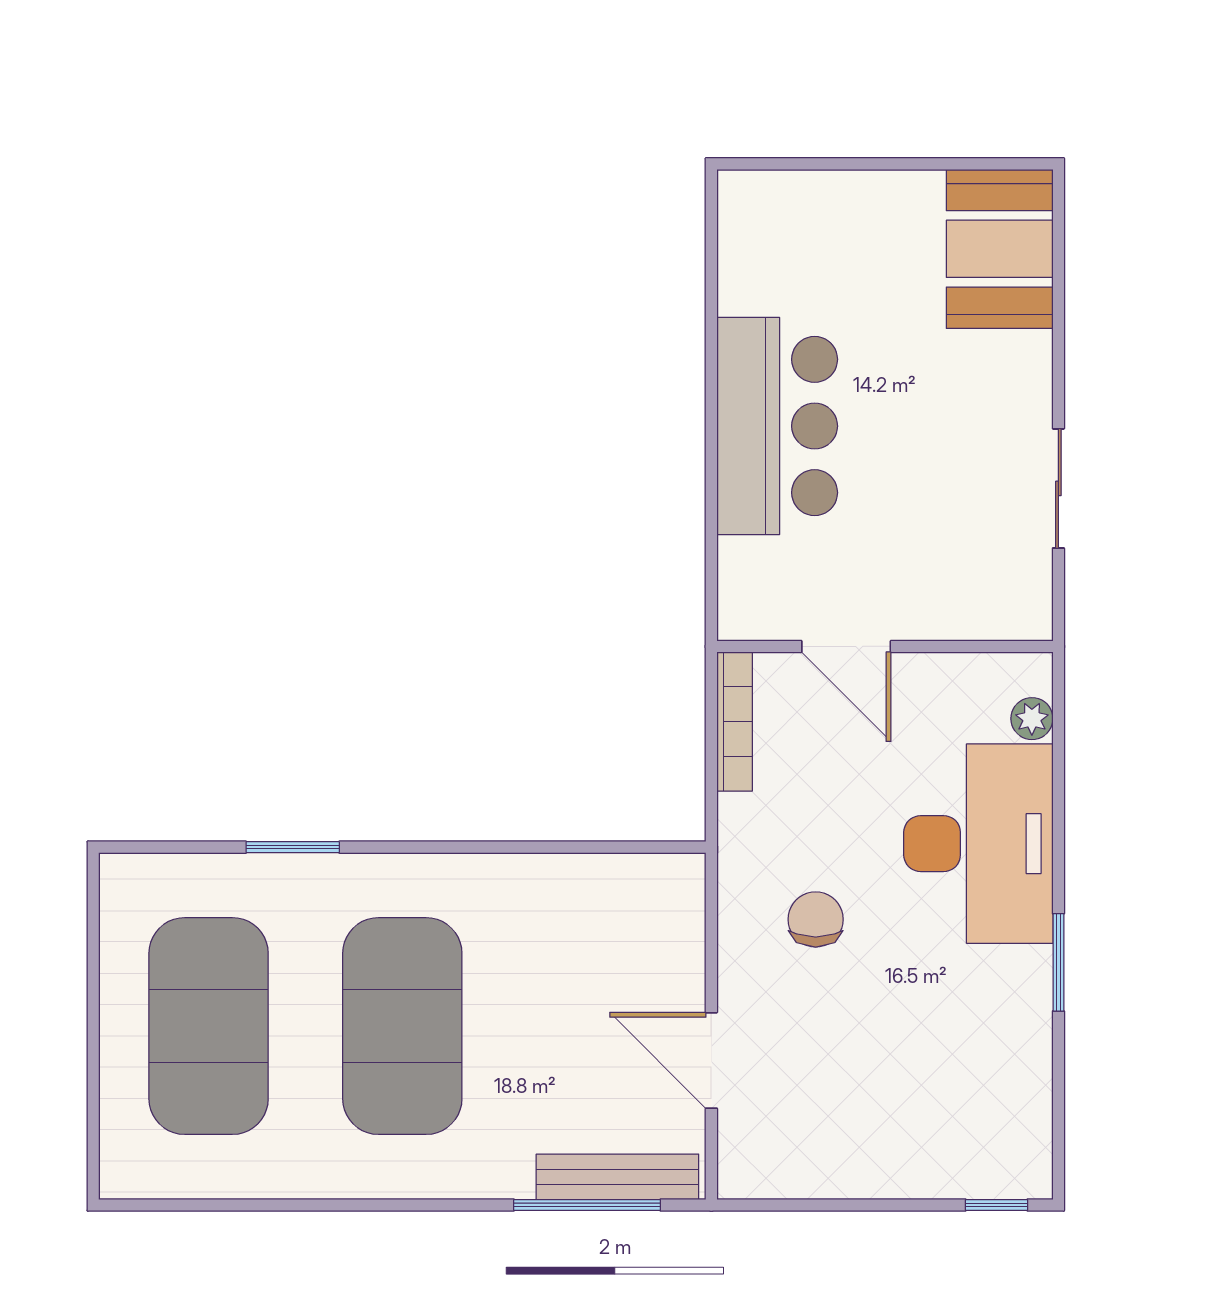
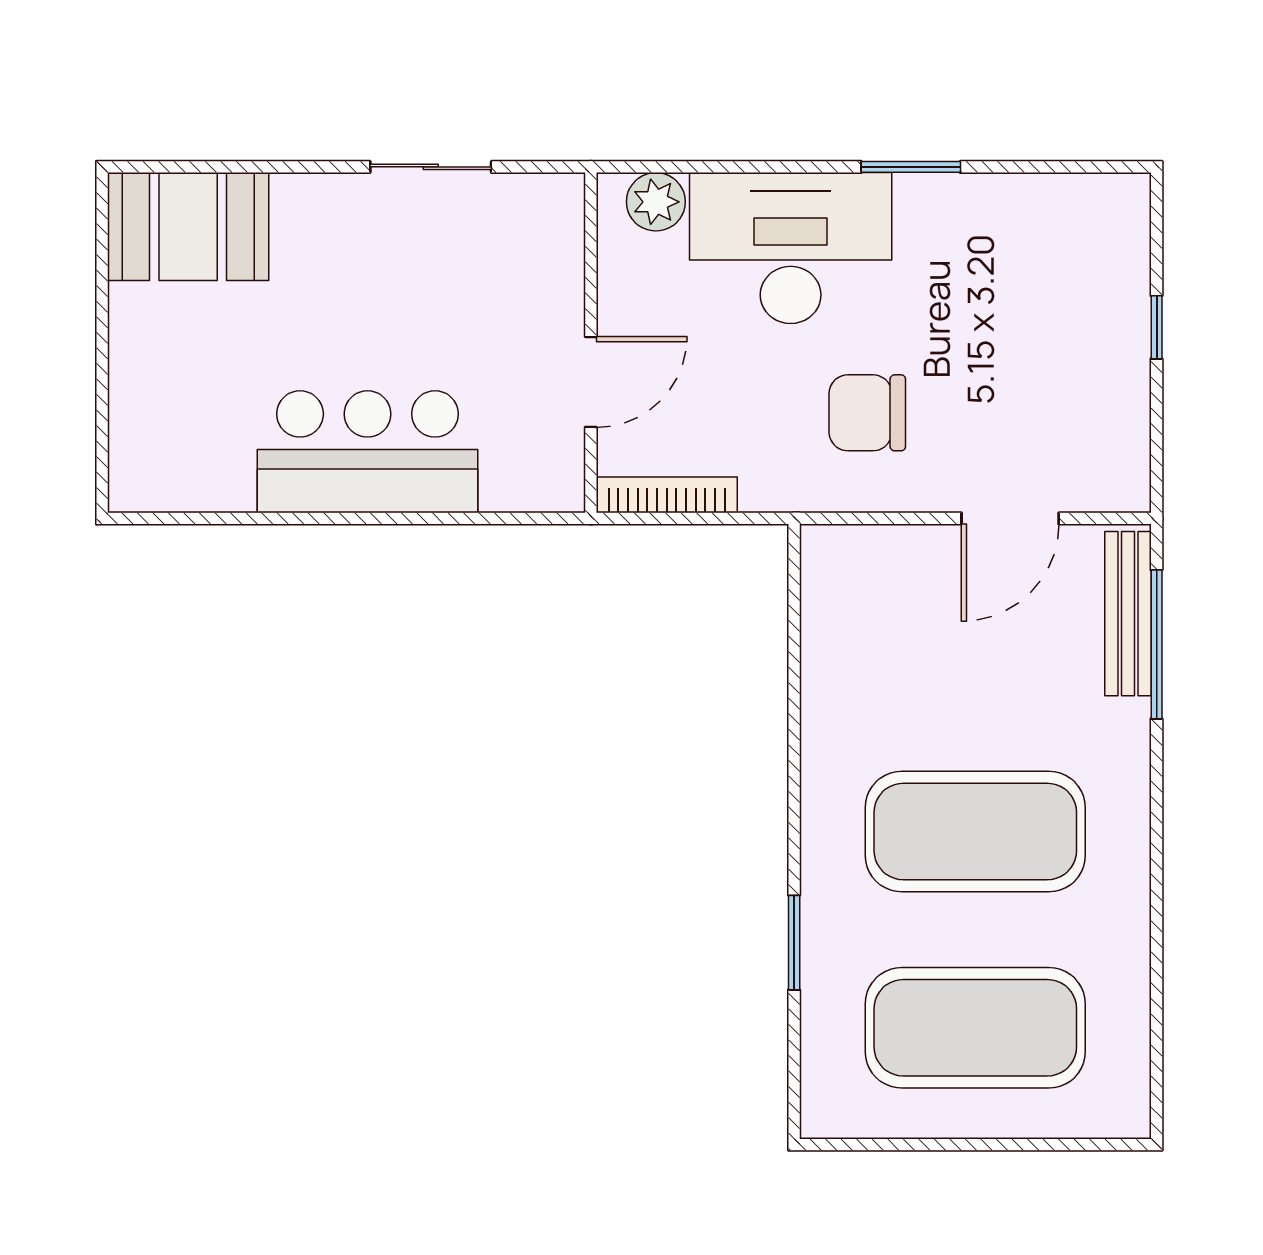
plant: (1032, 719) -> (656, 202), width x1.38, depth x1.38
chair: (816, 919) -> (867, 413), width x1.37, depth x1.37
window: (996, 1205) -> (1157, 327), moved

